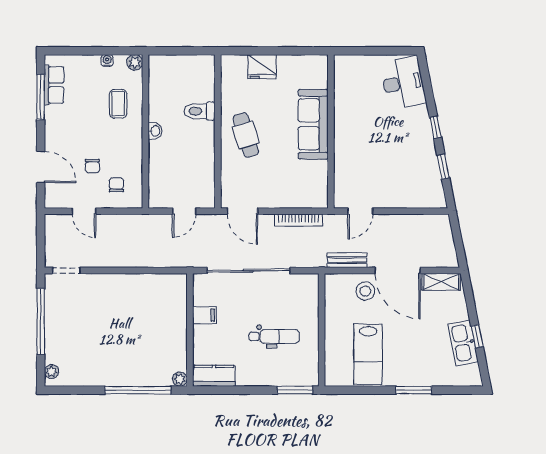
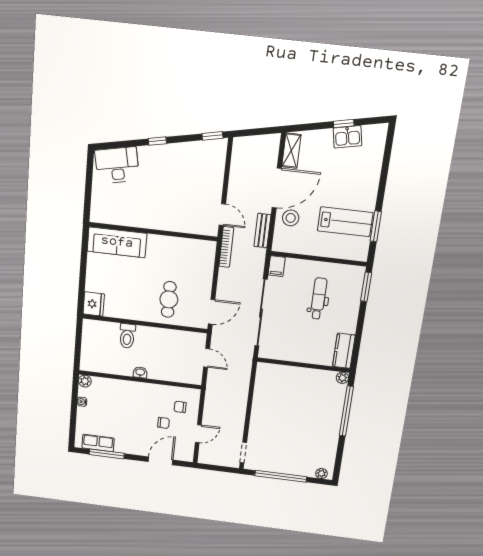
fridge: (262, 67) -> (94, 304), moved
coffee table: (118, 104) -> (116, 398), removed
sofa: (313, 124) -> (117, 242), moved
cafe table: (246, 135) -> (169, 299), moved, turned -73
window: (443, 167) -> (212, 136), moved
bookcase: (298, 220) -> (226, 247), moved
filing cabinet: (204, 315) -> (277, 266), moved, turned 180
kitchen sink: (463, 343) -> (347, 137), width x0.73
window: (414, 390) -> (376, 226), moved

